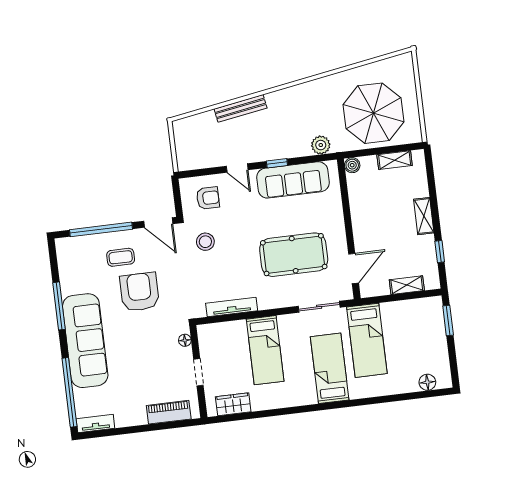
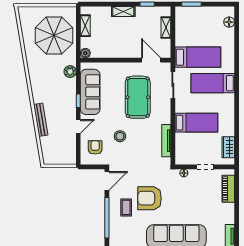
stool: (205, 242) -> (120, 136), moved

